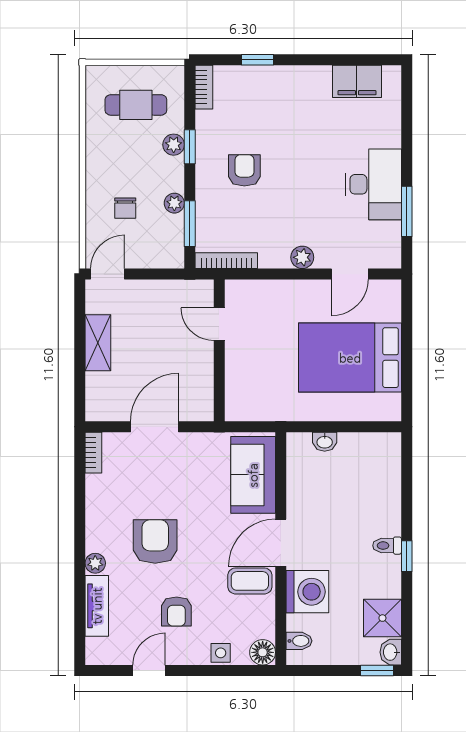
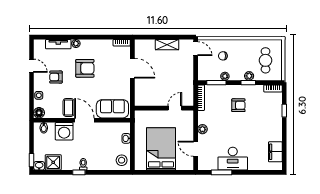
door: (219, 324) -> (175, 108), moved
wall: (219, 350) -> (164, 108), moved
stool: (377, 453) -> (122, 160), added

